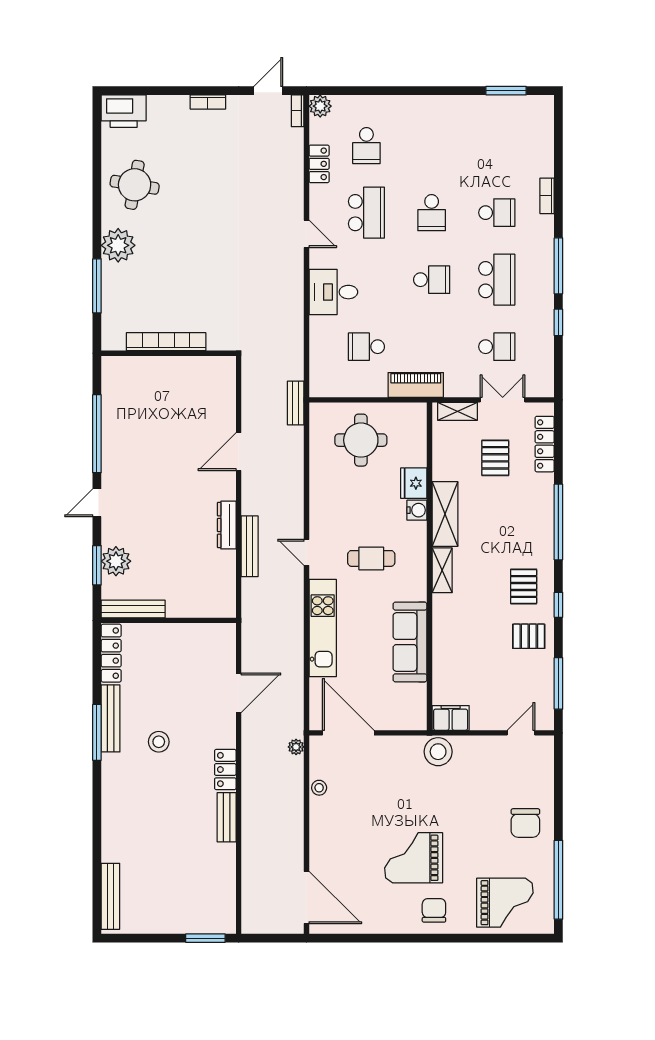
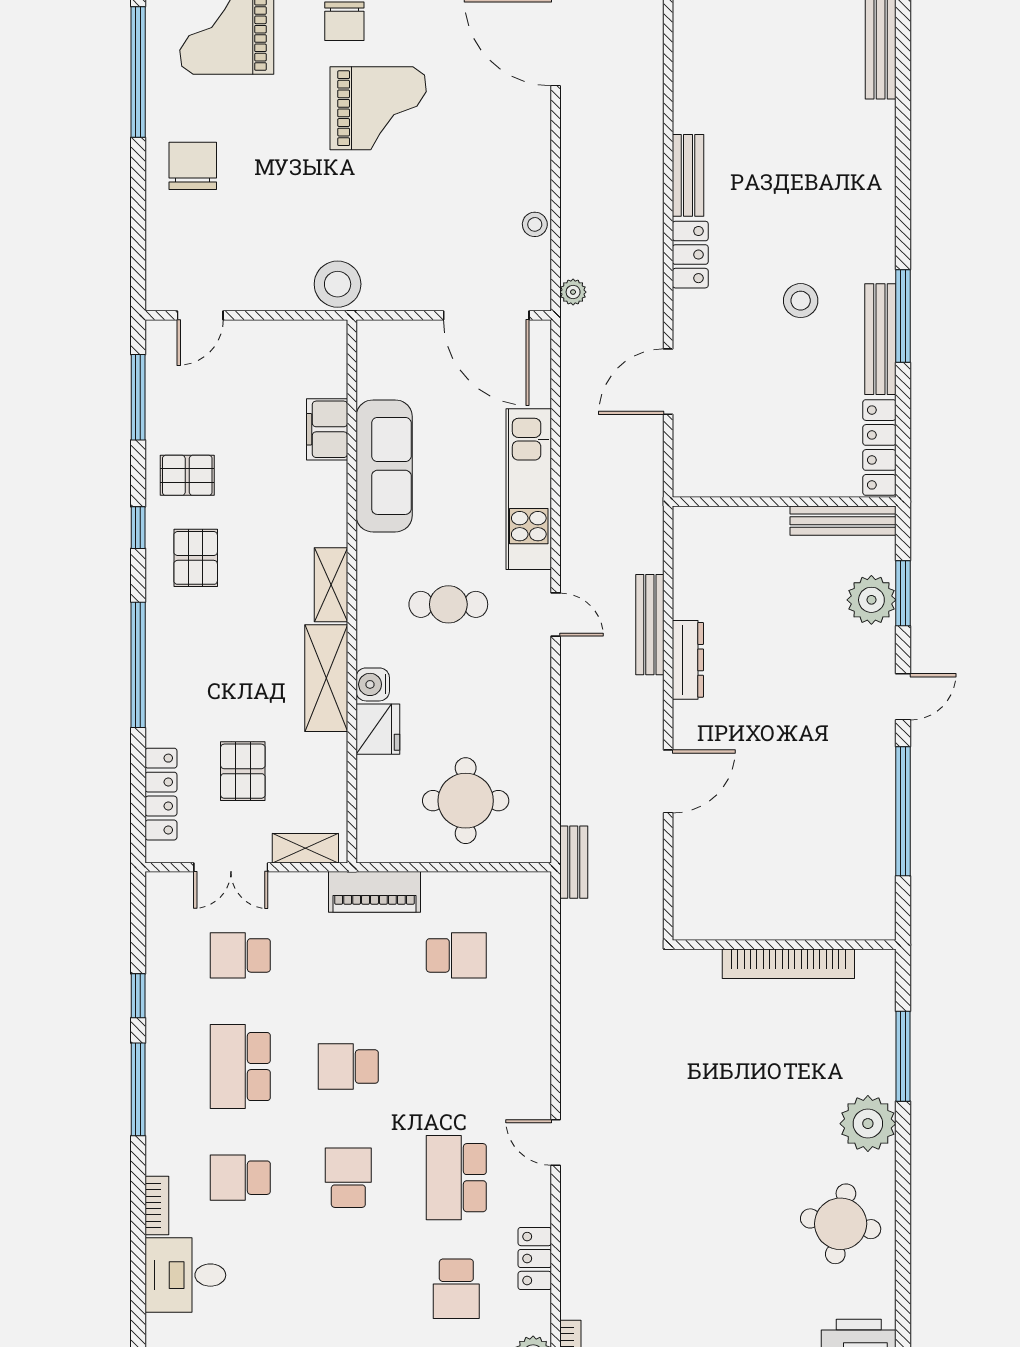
school desk: (366, 146) -> (456, 1289), turned 180
desk: (333, 292) -> (185, 1275), moved, turned 180
filing cabinet: (451, 718) -> (327, 429), moved, turned 90

